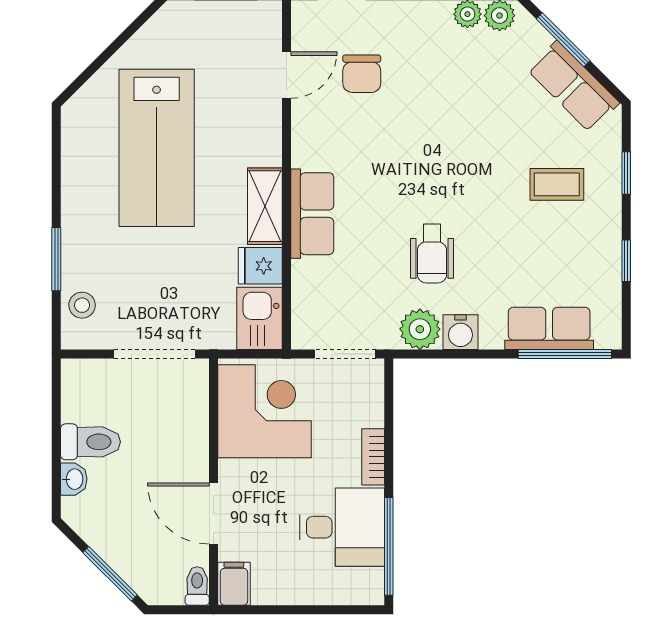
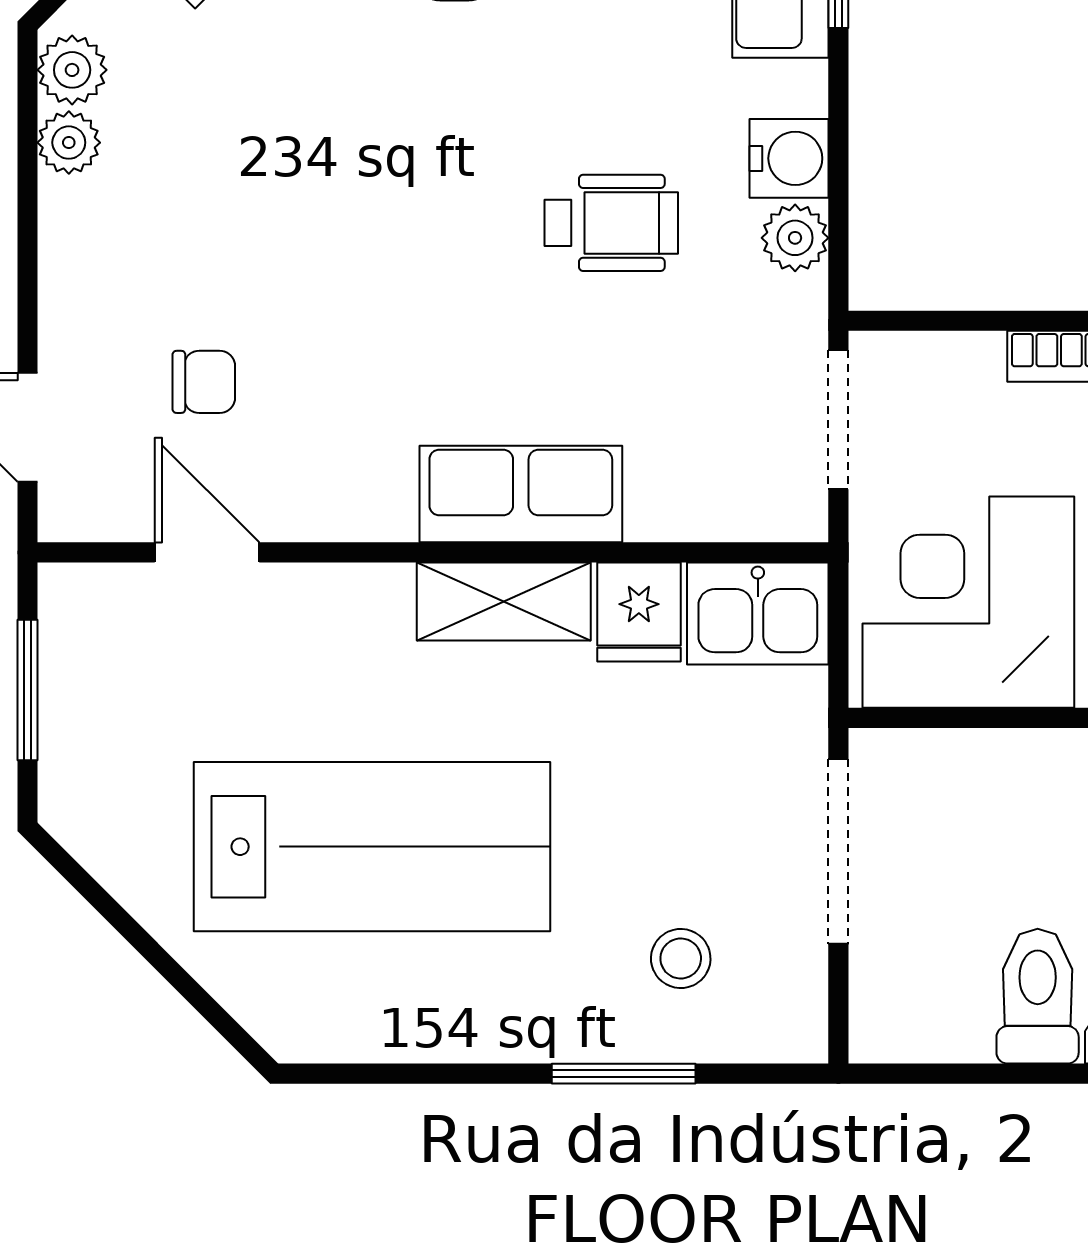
chair: (362, 74) -> (204, 382), width x0.73, depth x0.73
stool: (82, 305) -> (681, 959), moved
plant: (420, 329) -> (795, 238), width x0.73, depth x0.73

